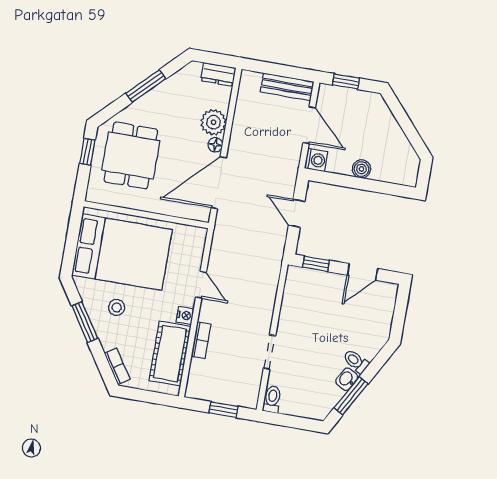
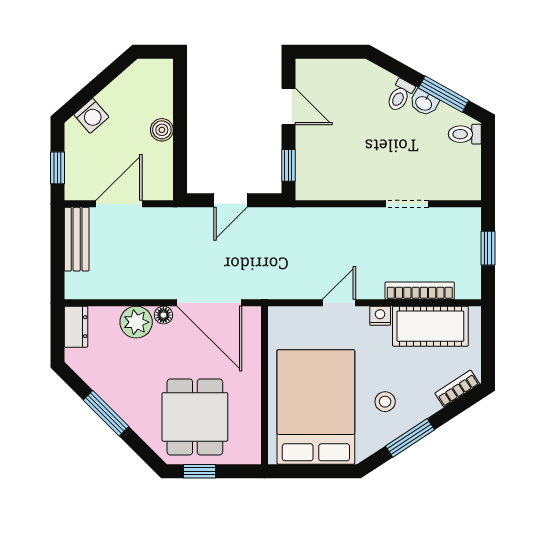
dining table: (131, 156) -> (195, 417), turned 90
washing machine: (316, 160) -> (91, 116), moved, turned 139
bookcase: (201, 340) -> (420, 291), width x1.56
toilet: (272, 399) -> (465, 134), moved

